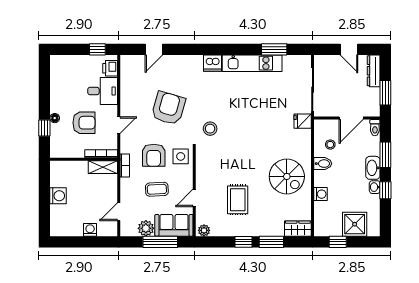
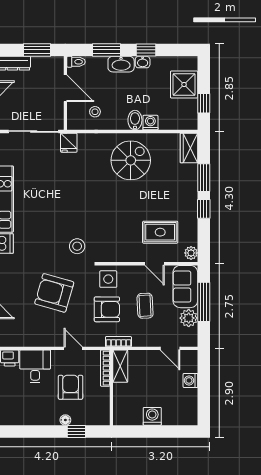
bidet: (323, 164) -> (135, 120), moved
rug: (238, 200) -> (160, 232), moved

